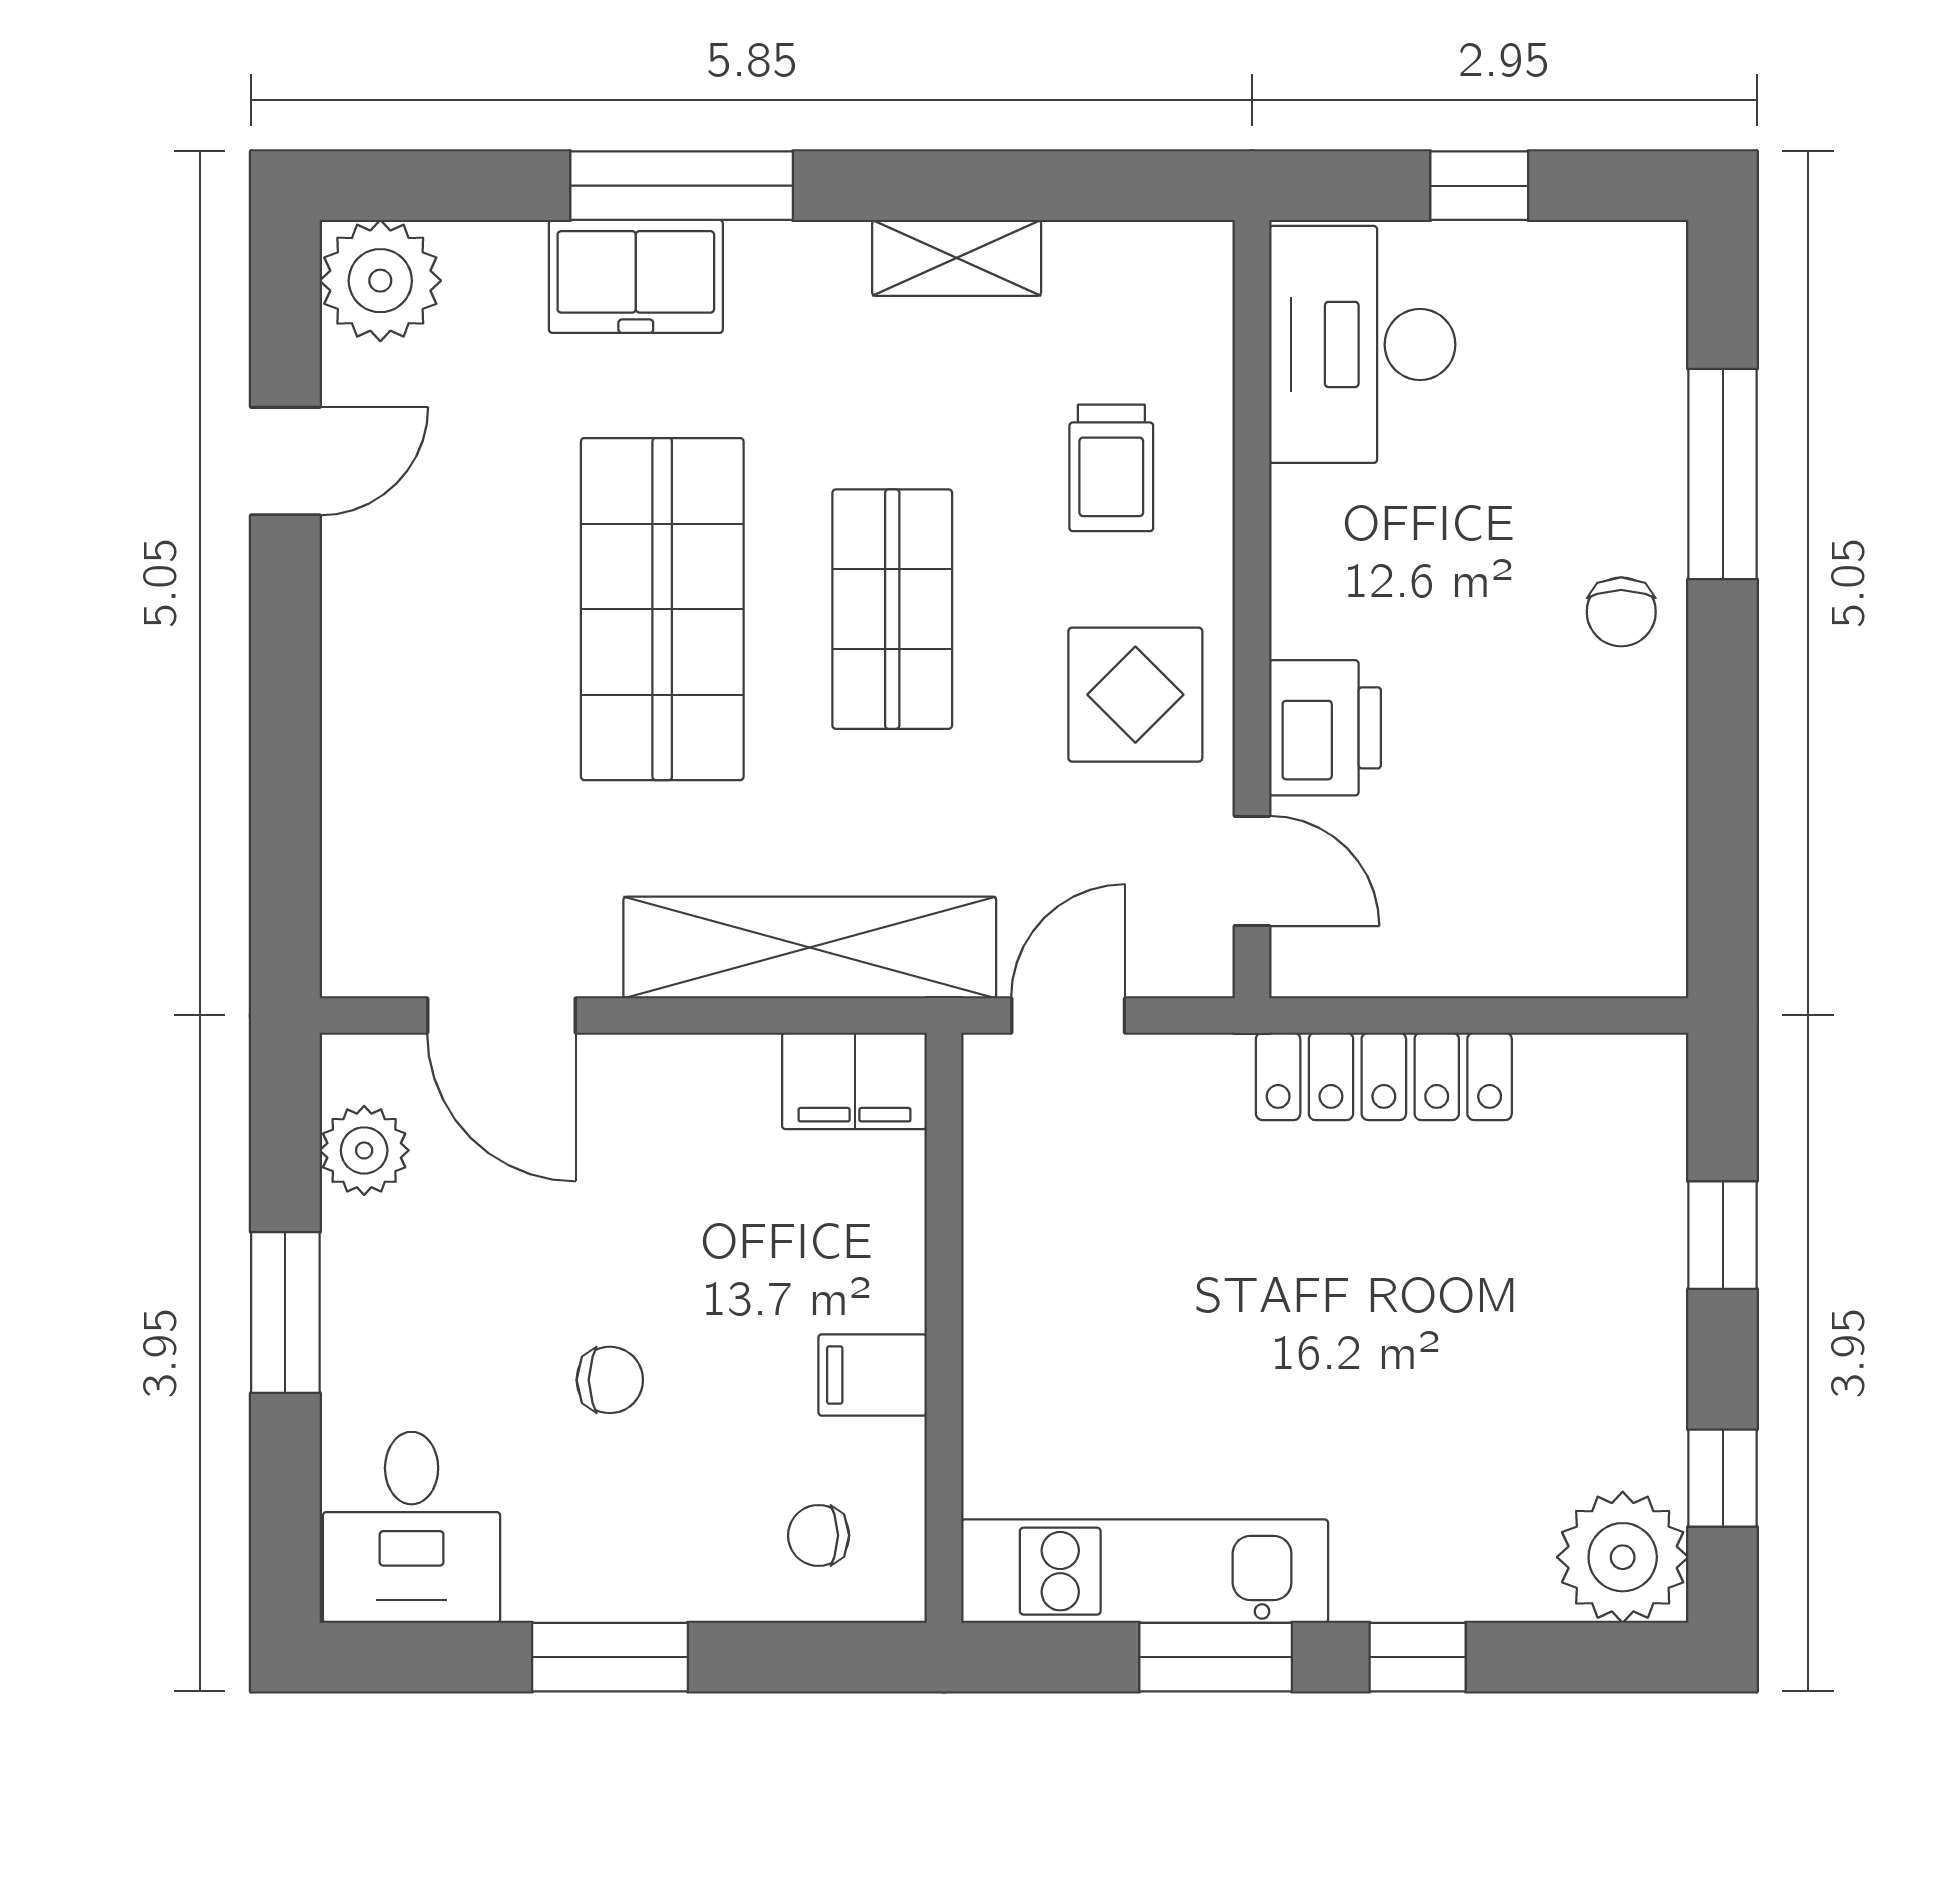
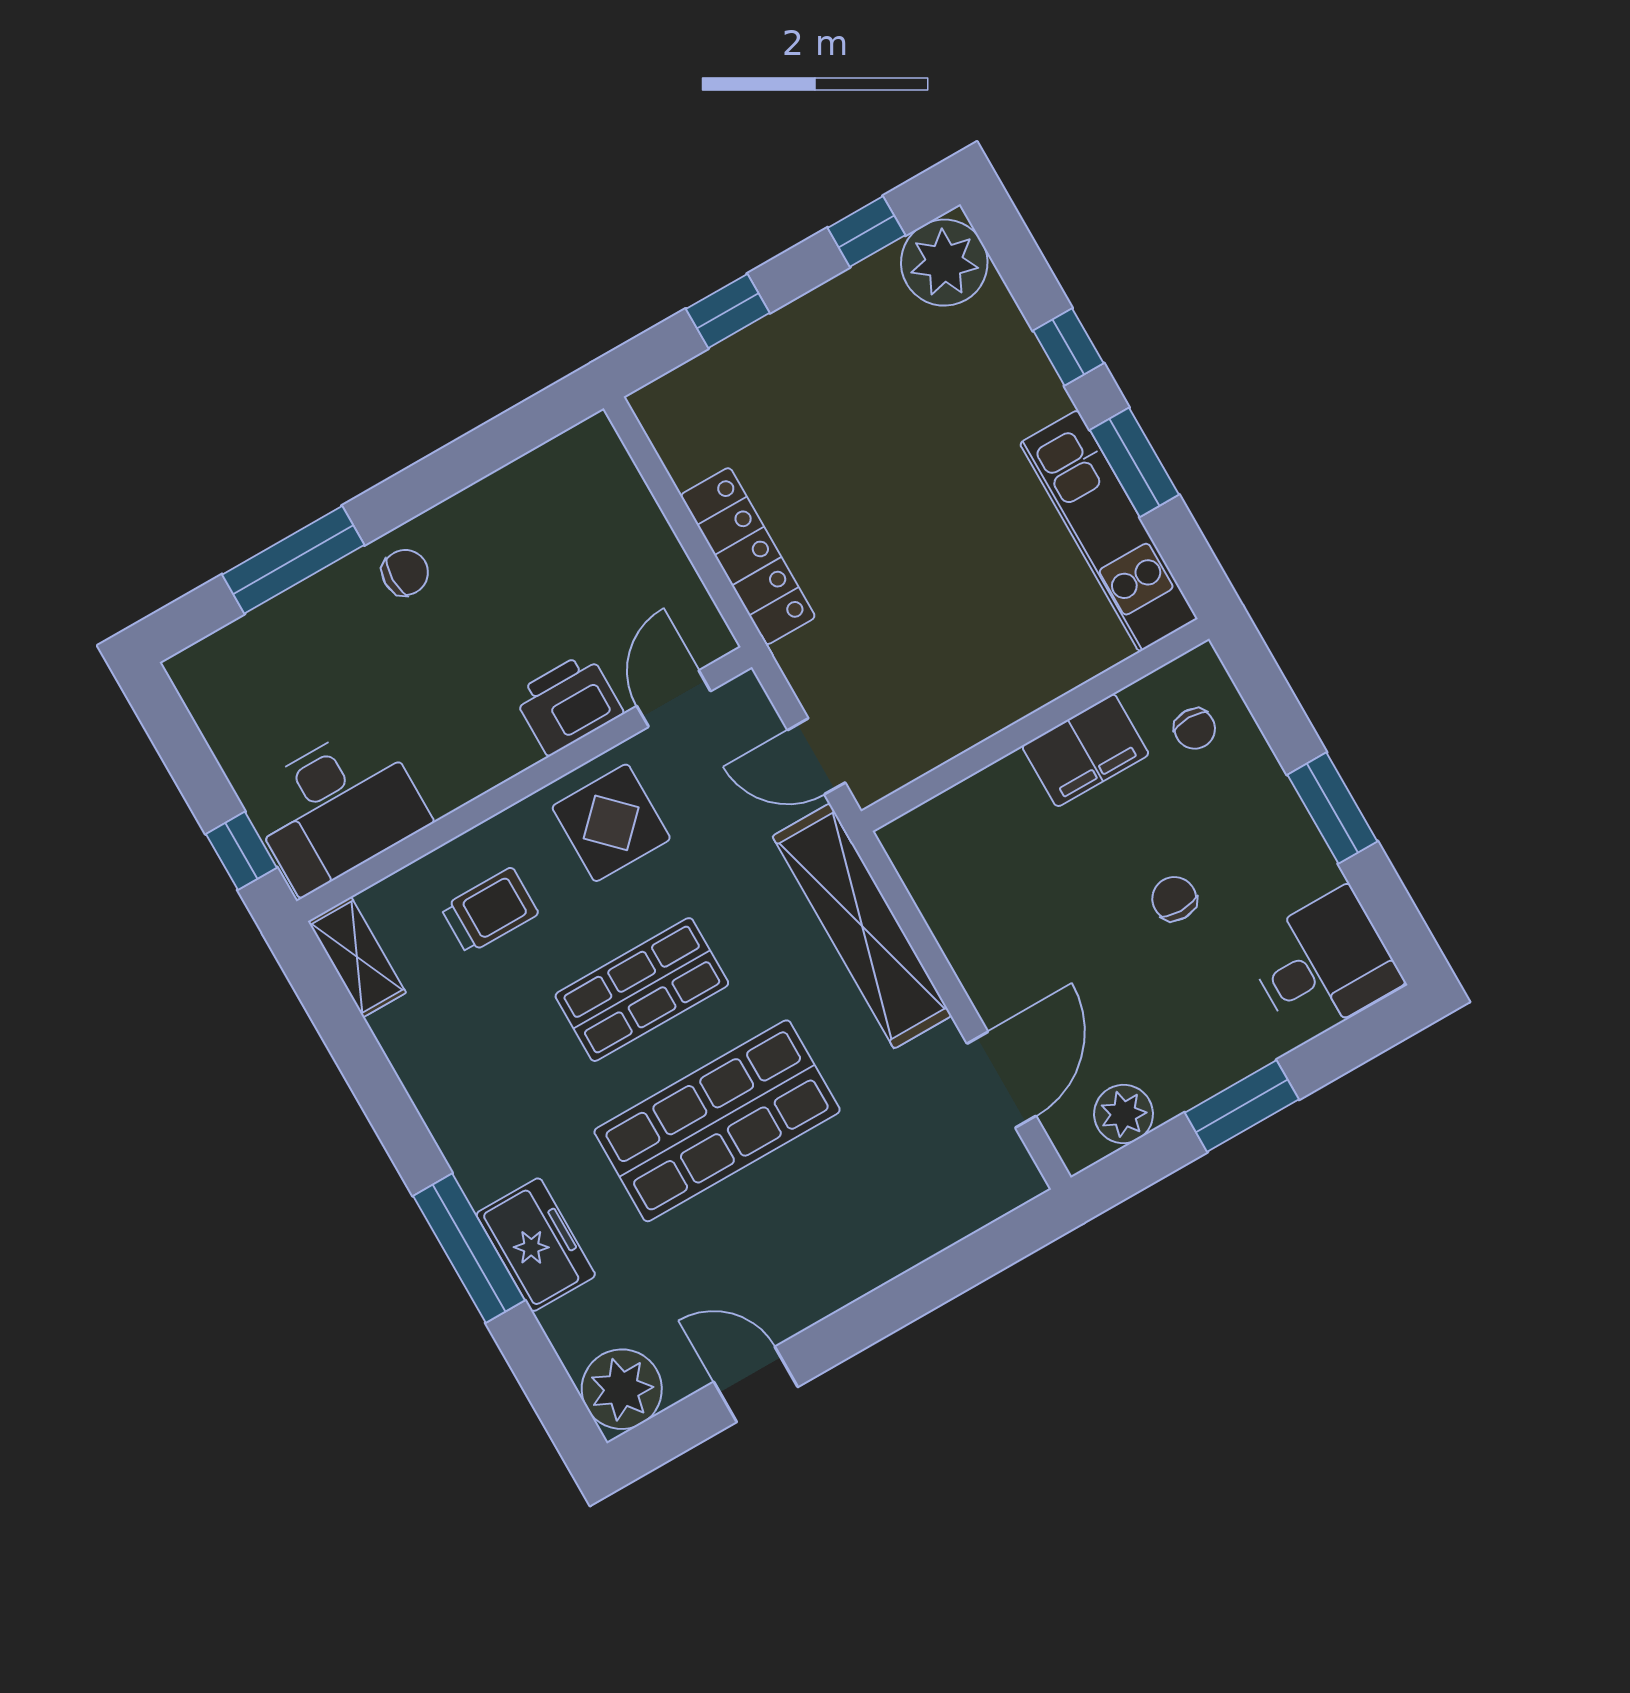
window: (1479, 186) -> (241, 851), moved
shelving: (957, 258) -> (357, 957), moved
filing cabinet: (855, 1081) -> (923, 857), removed
filing cabinet: (873, 1375) -> (1085, 750), width x2.00

